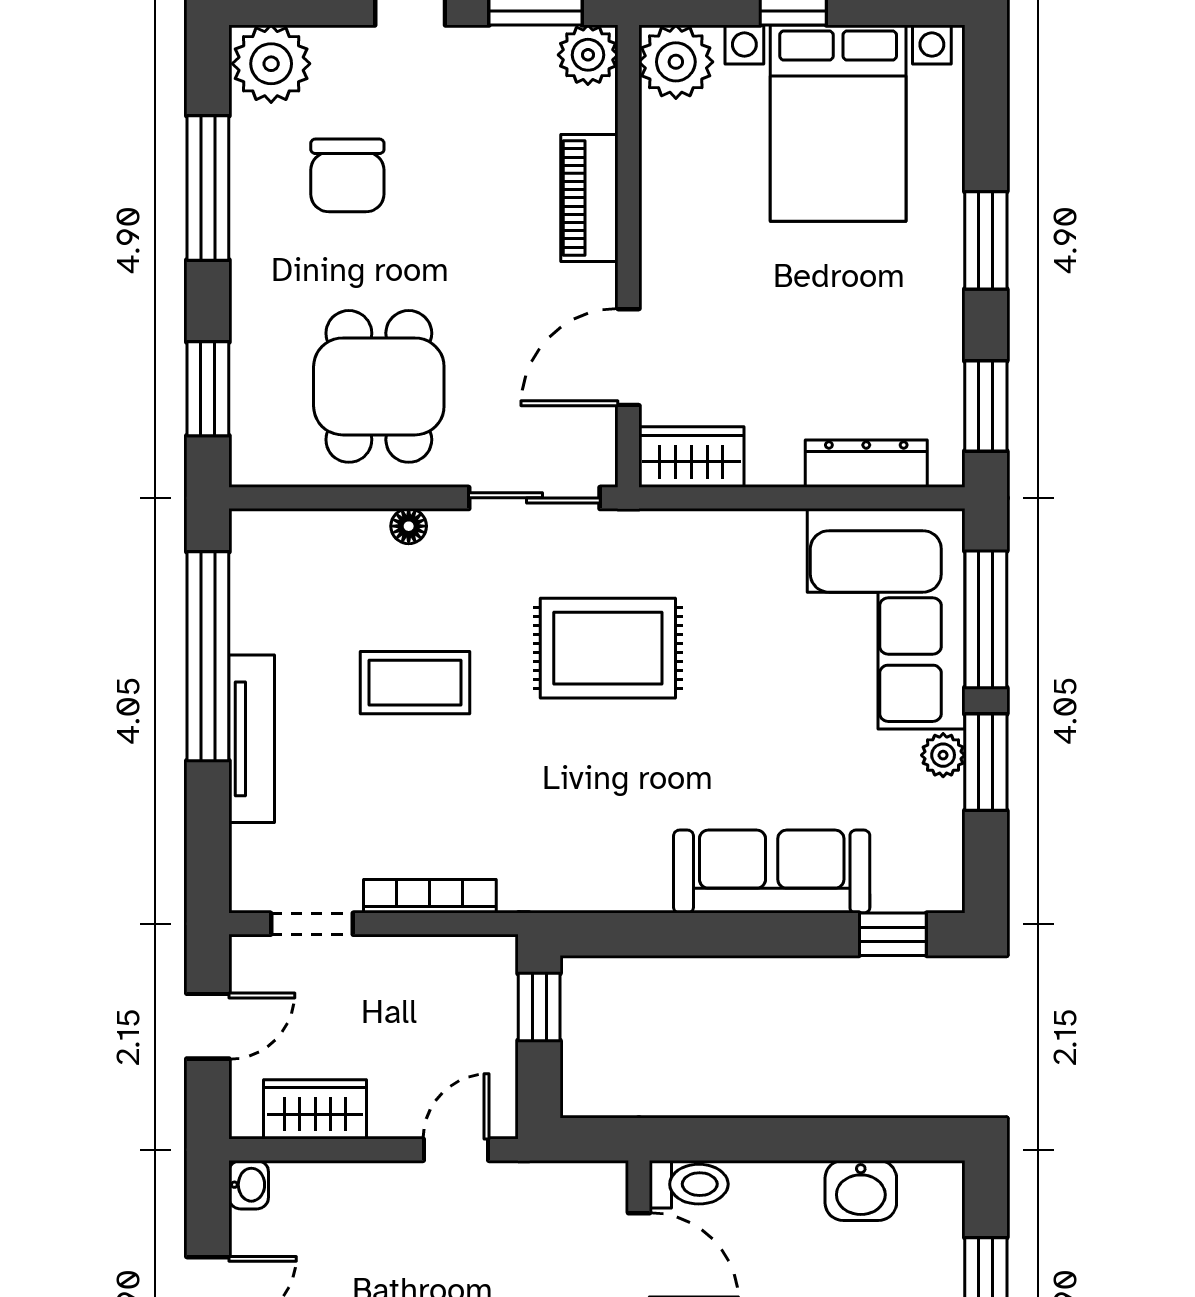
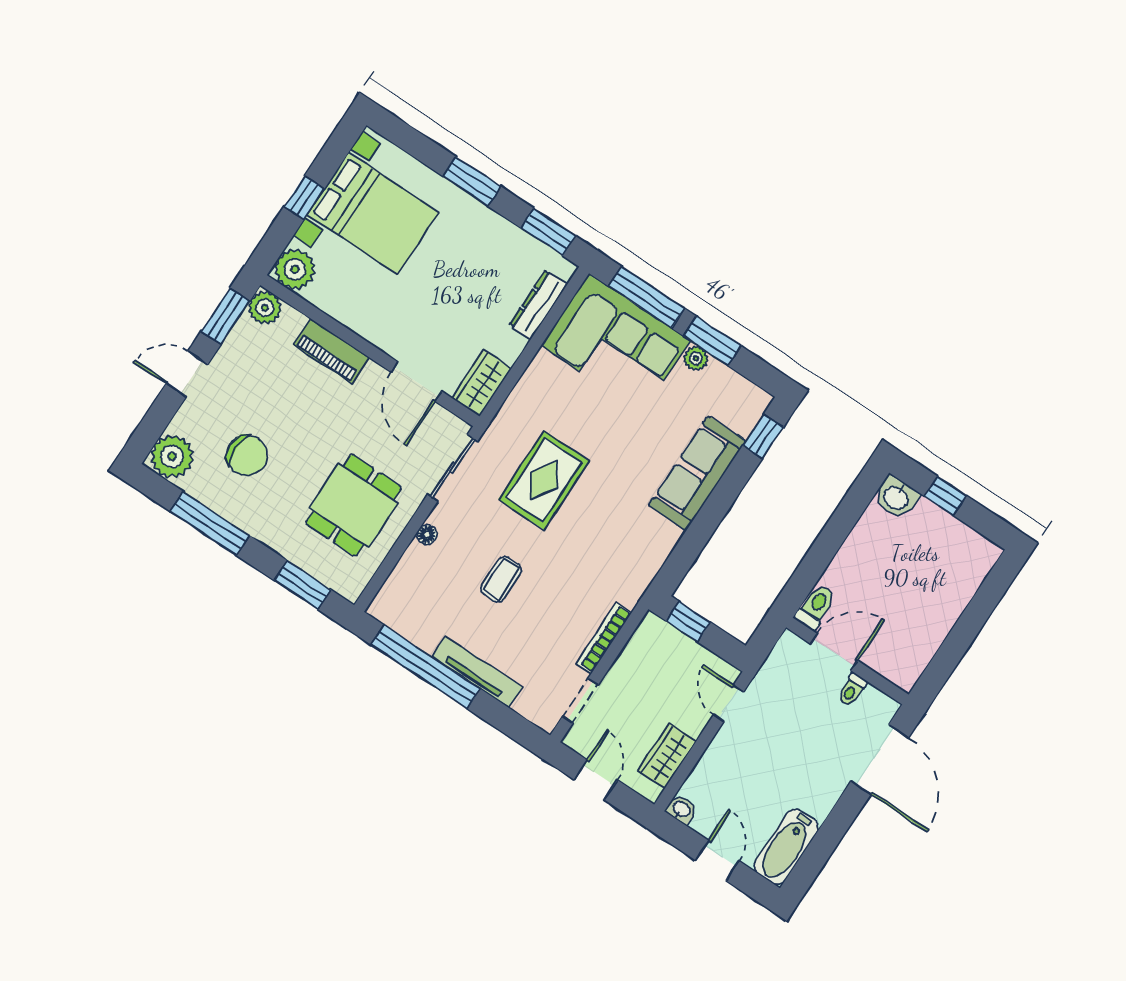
dining table: (379, 386) -> (354, 505), turned 90
coffee table: (415, 683) -> (501, 579), width x0.73, depth x0.77
washbasin: (861, 1190) -> (896, 497), moved, turned 90

